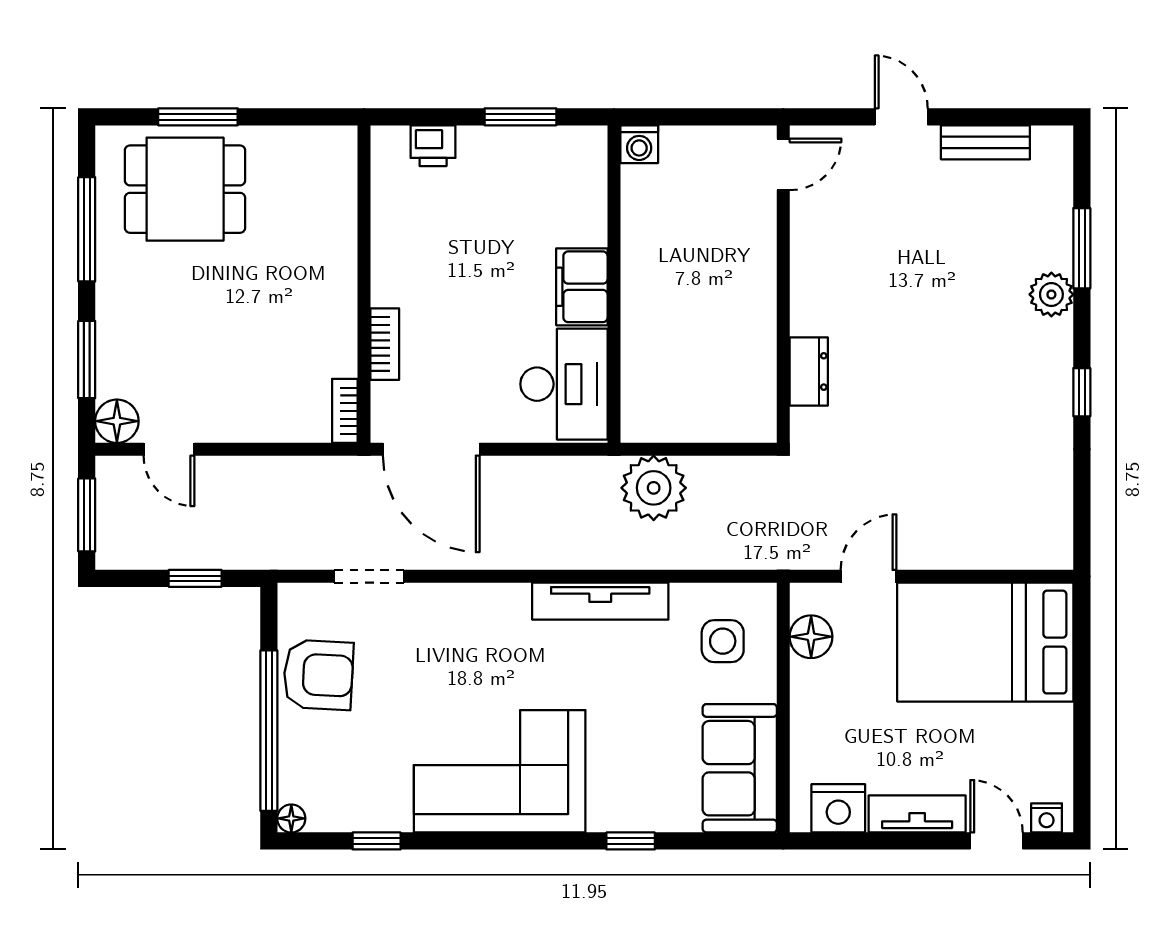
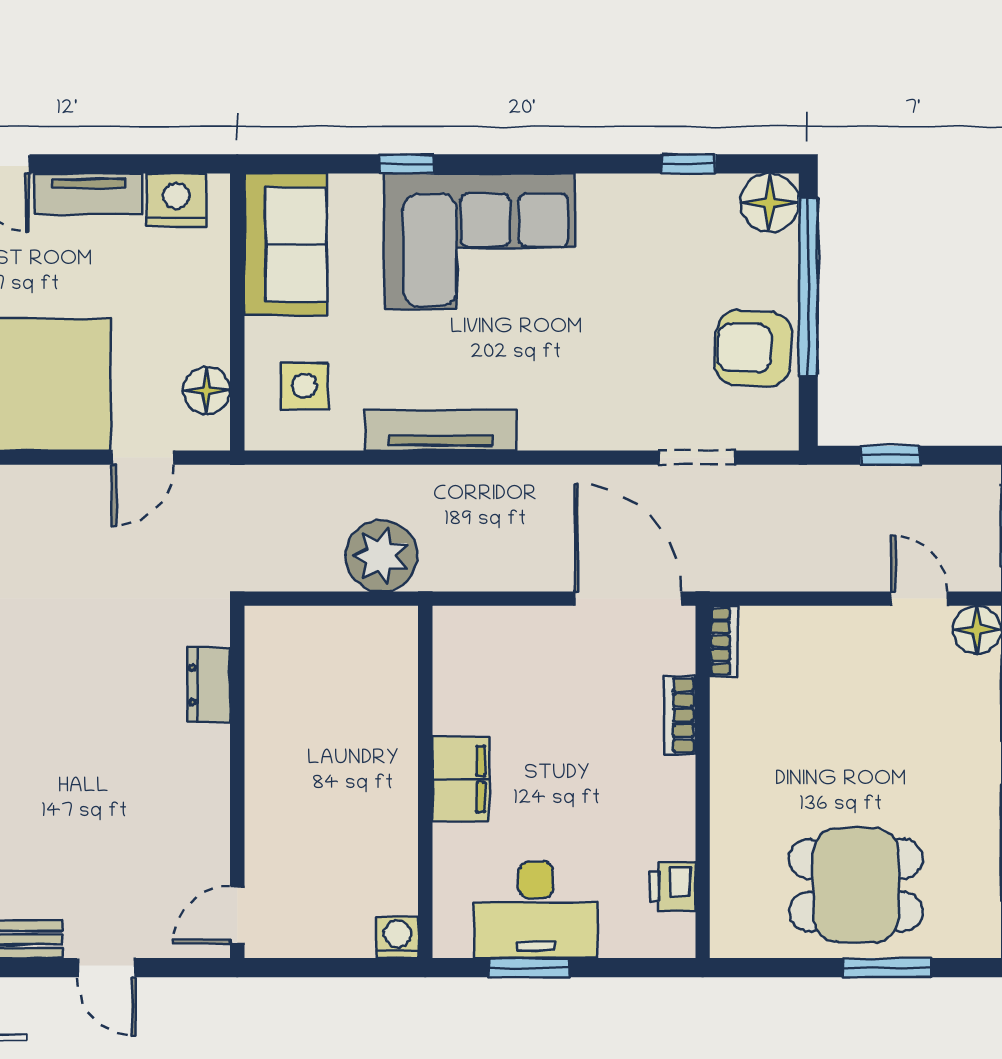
printer: (433, 146) -> (673, 886), moved, turned -90
dining table: (185, 189) -> (856, 885), moved
desk: (564, 384) -> (536, 910), moved, turned -90
corner sofa: (500, 771) -> (479, 241), moved
floor lamp: (291, 818) -> (770, 203), width x1.89, depth x1.89

